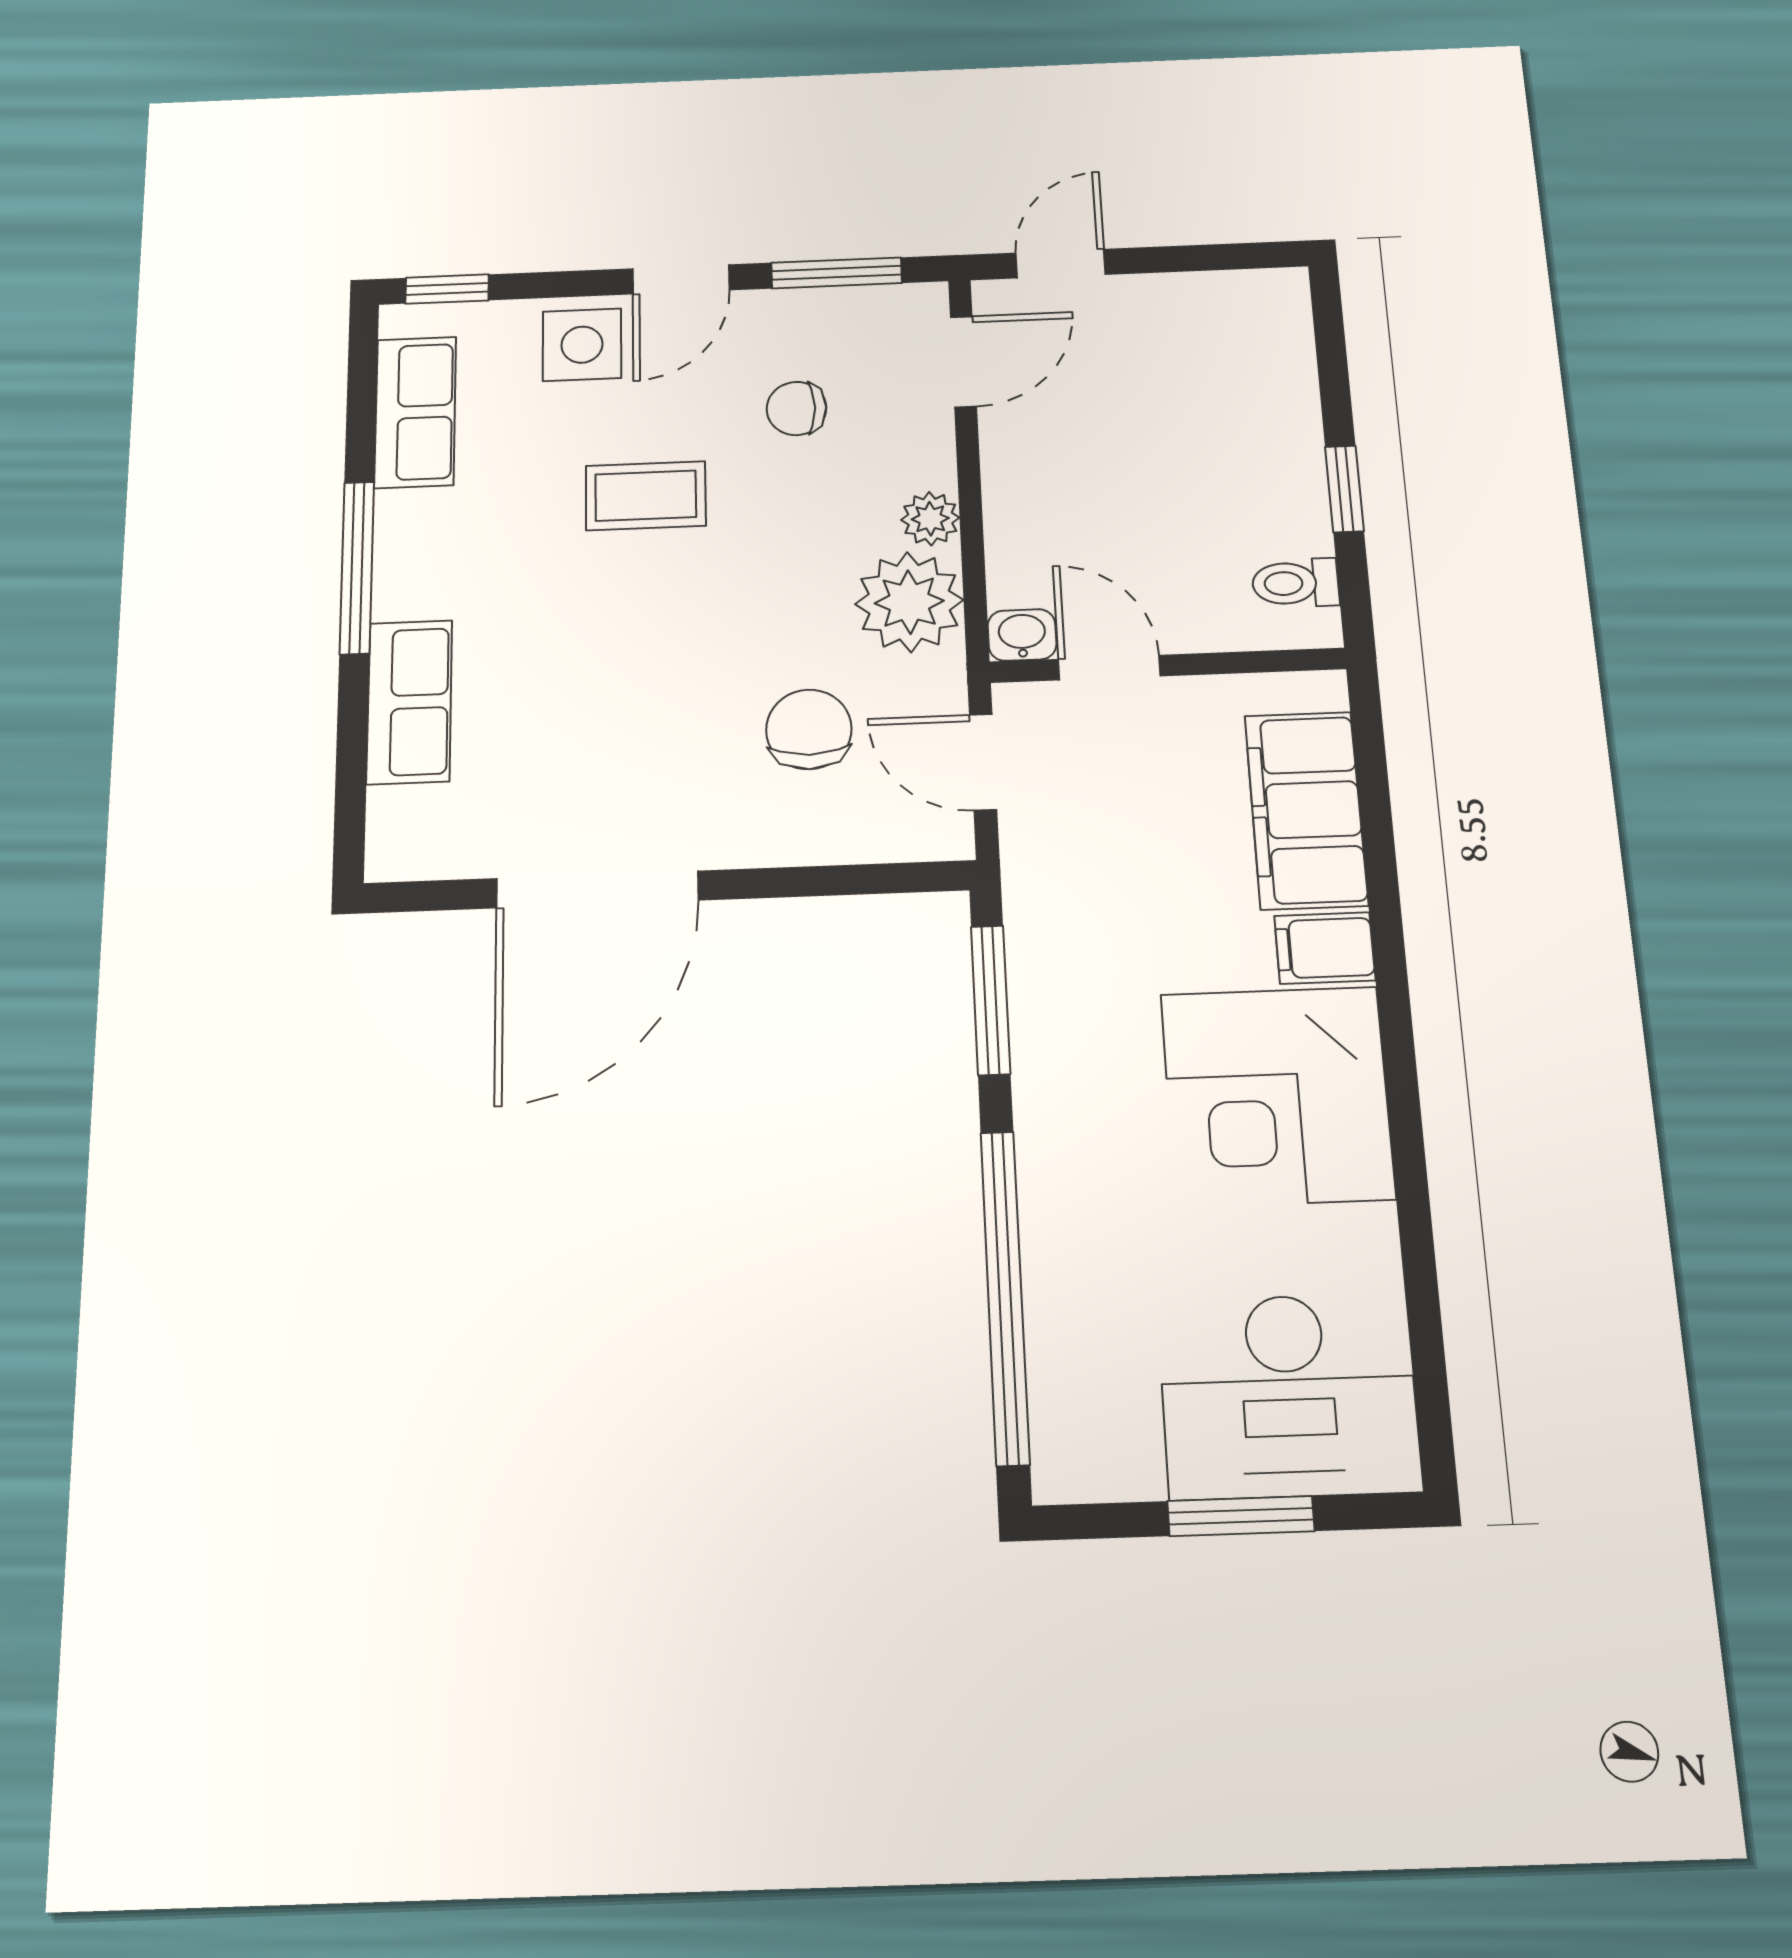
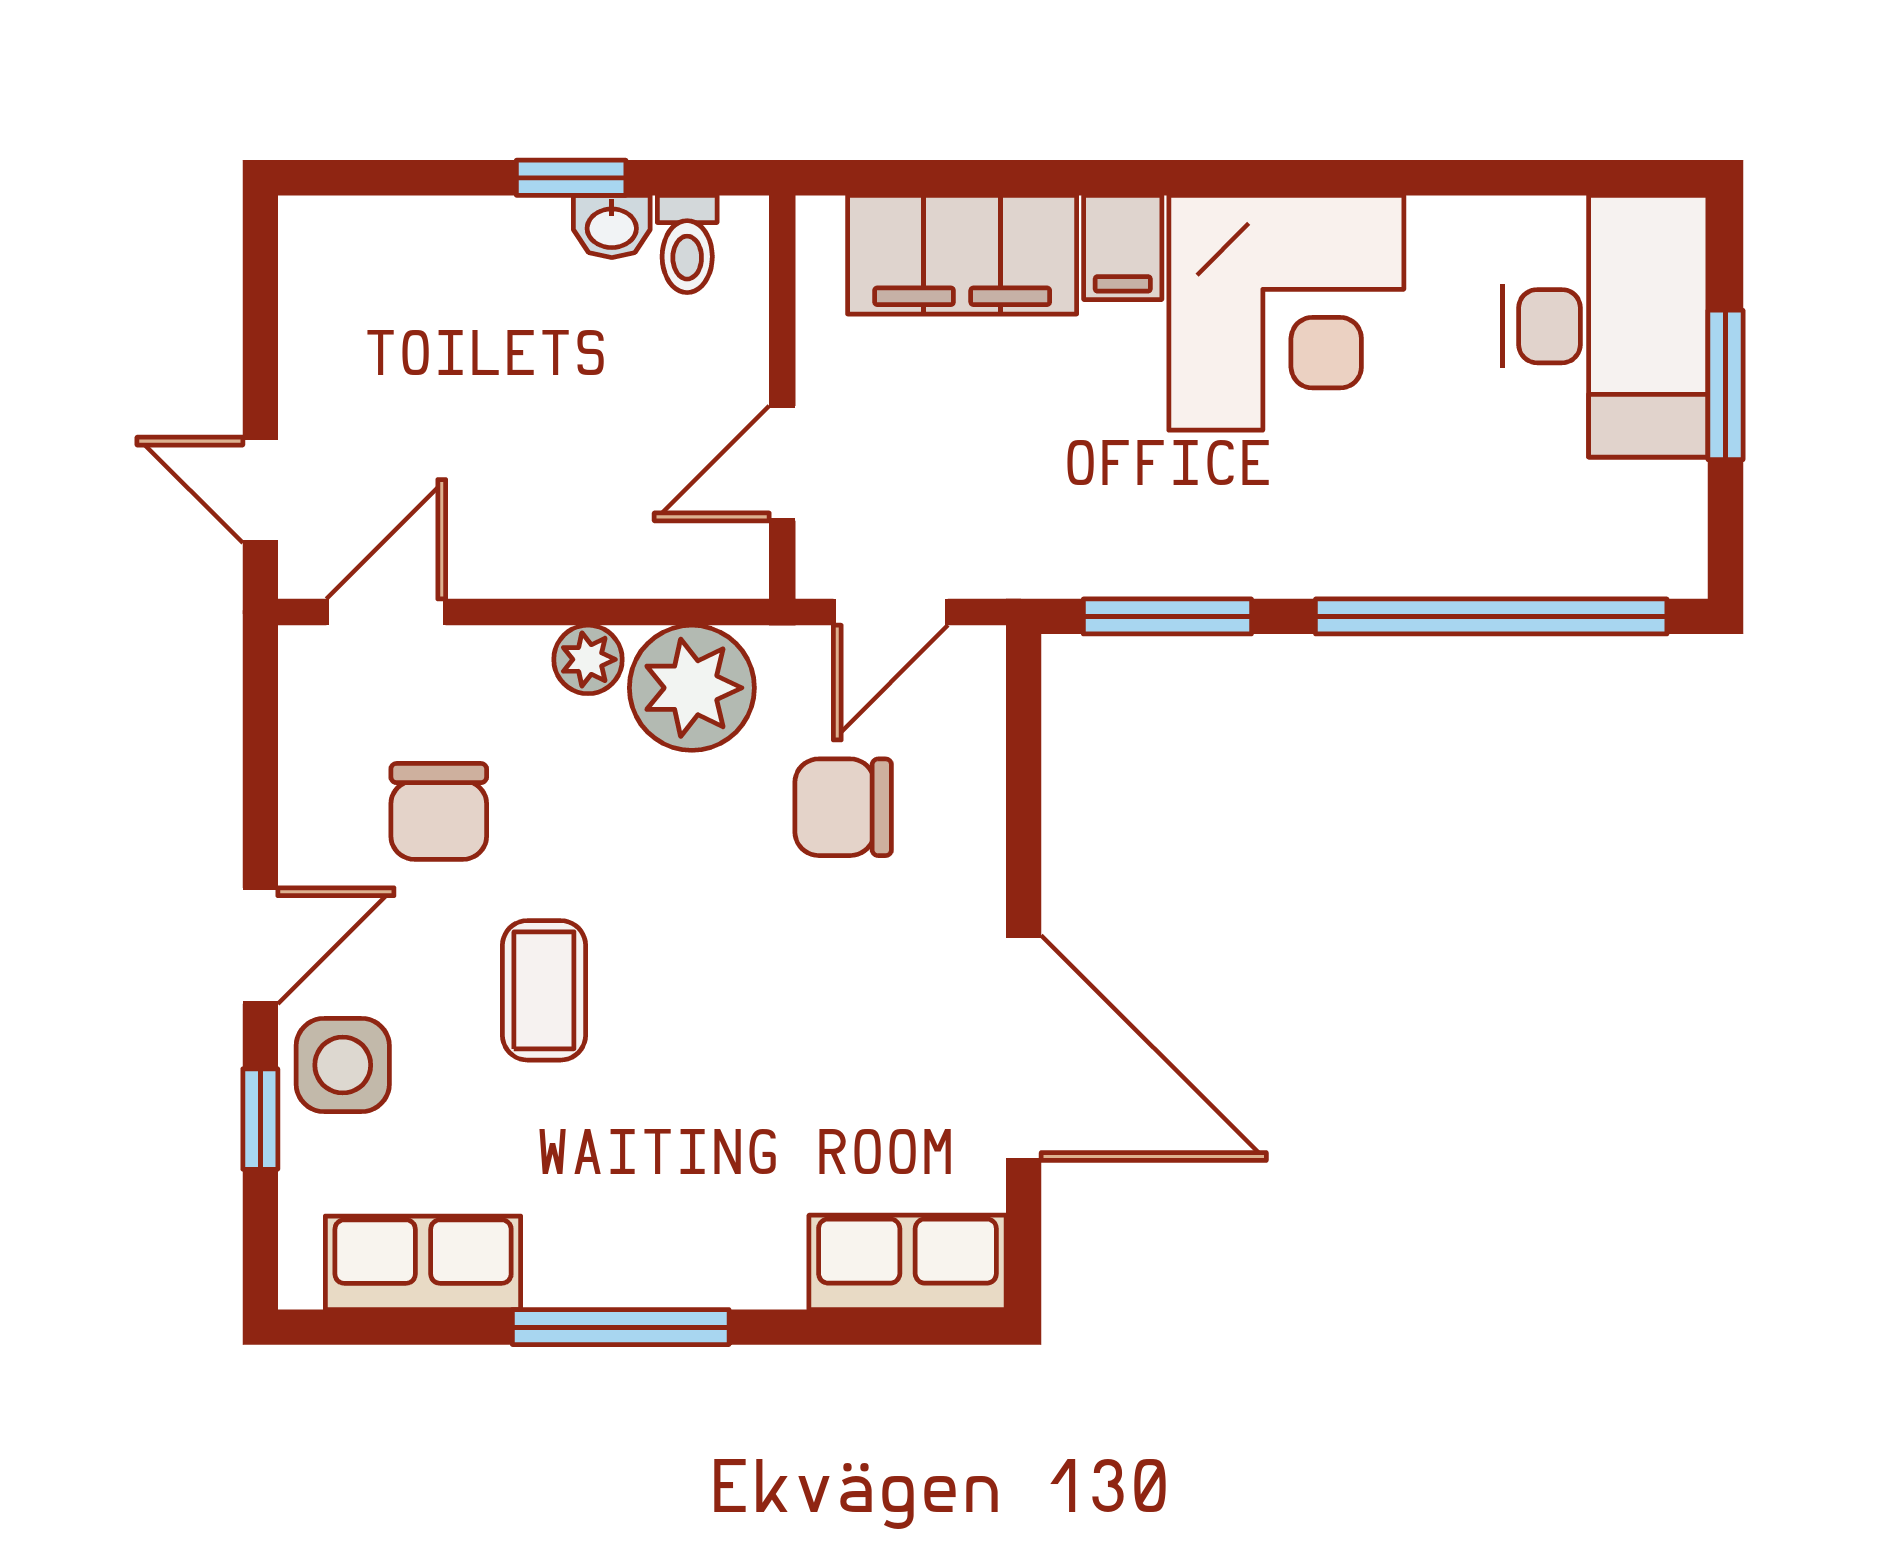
window: (837, 273) -> (260, 759), removed
door: (681, 279) -> (260, 946), hinge flipped
window: (447, 289) -> (260, 1119), moved
door: (963, 362) -> (386, 612), hinge flipped
chair: (796, 408) -> (439, 811), width x1.37, depth x1.37
washbasin: (1022, 635) -> (612, 226), moved, turned -90
row of seats: (410, 702) -> (907, 1262), moved

